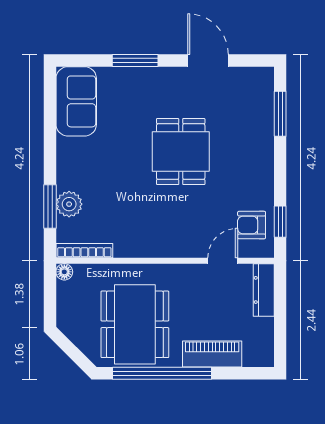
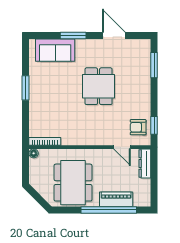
sofa: (76, 101) -> (55, 50), moved, turned 90
plant: (69, 204) -> (36, 116), removed
window: (50, 206) -> (26, 88), moved
door: (223, 261) -> (122, 147), swing flipped
window: (162, 373) -> (109, 210), moved

